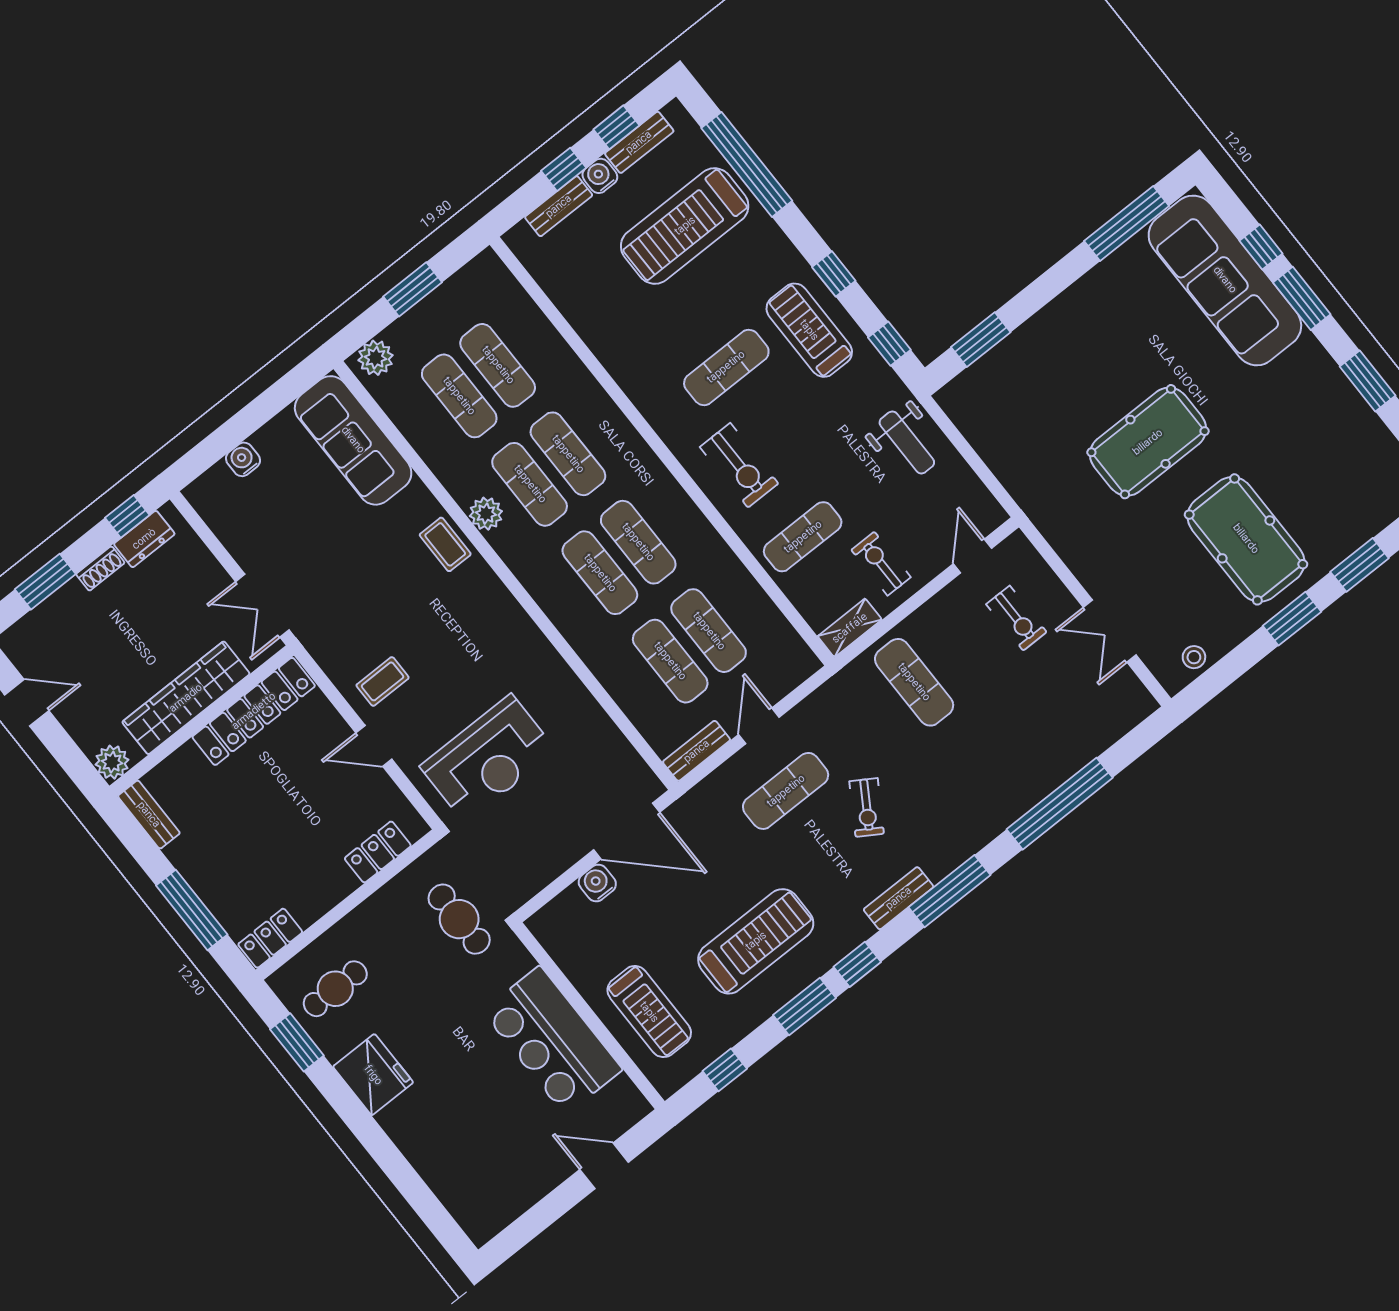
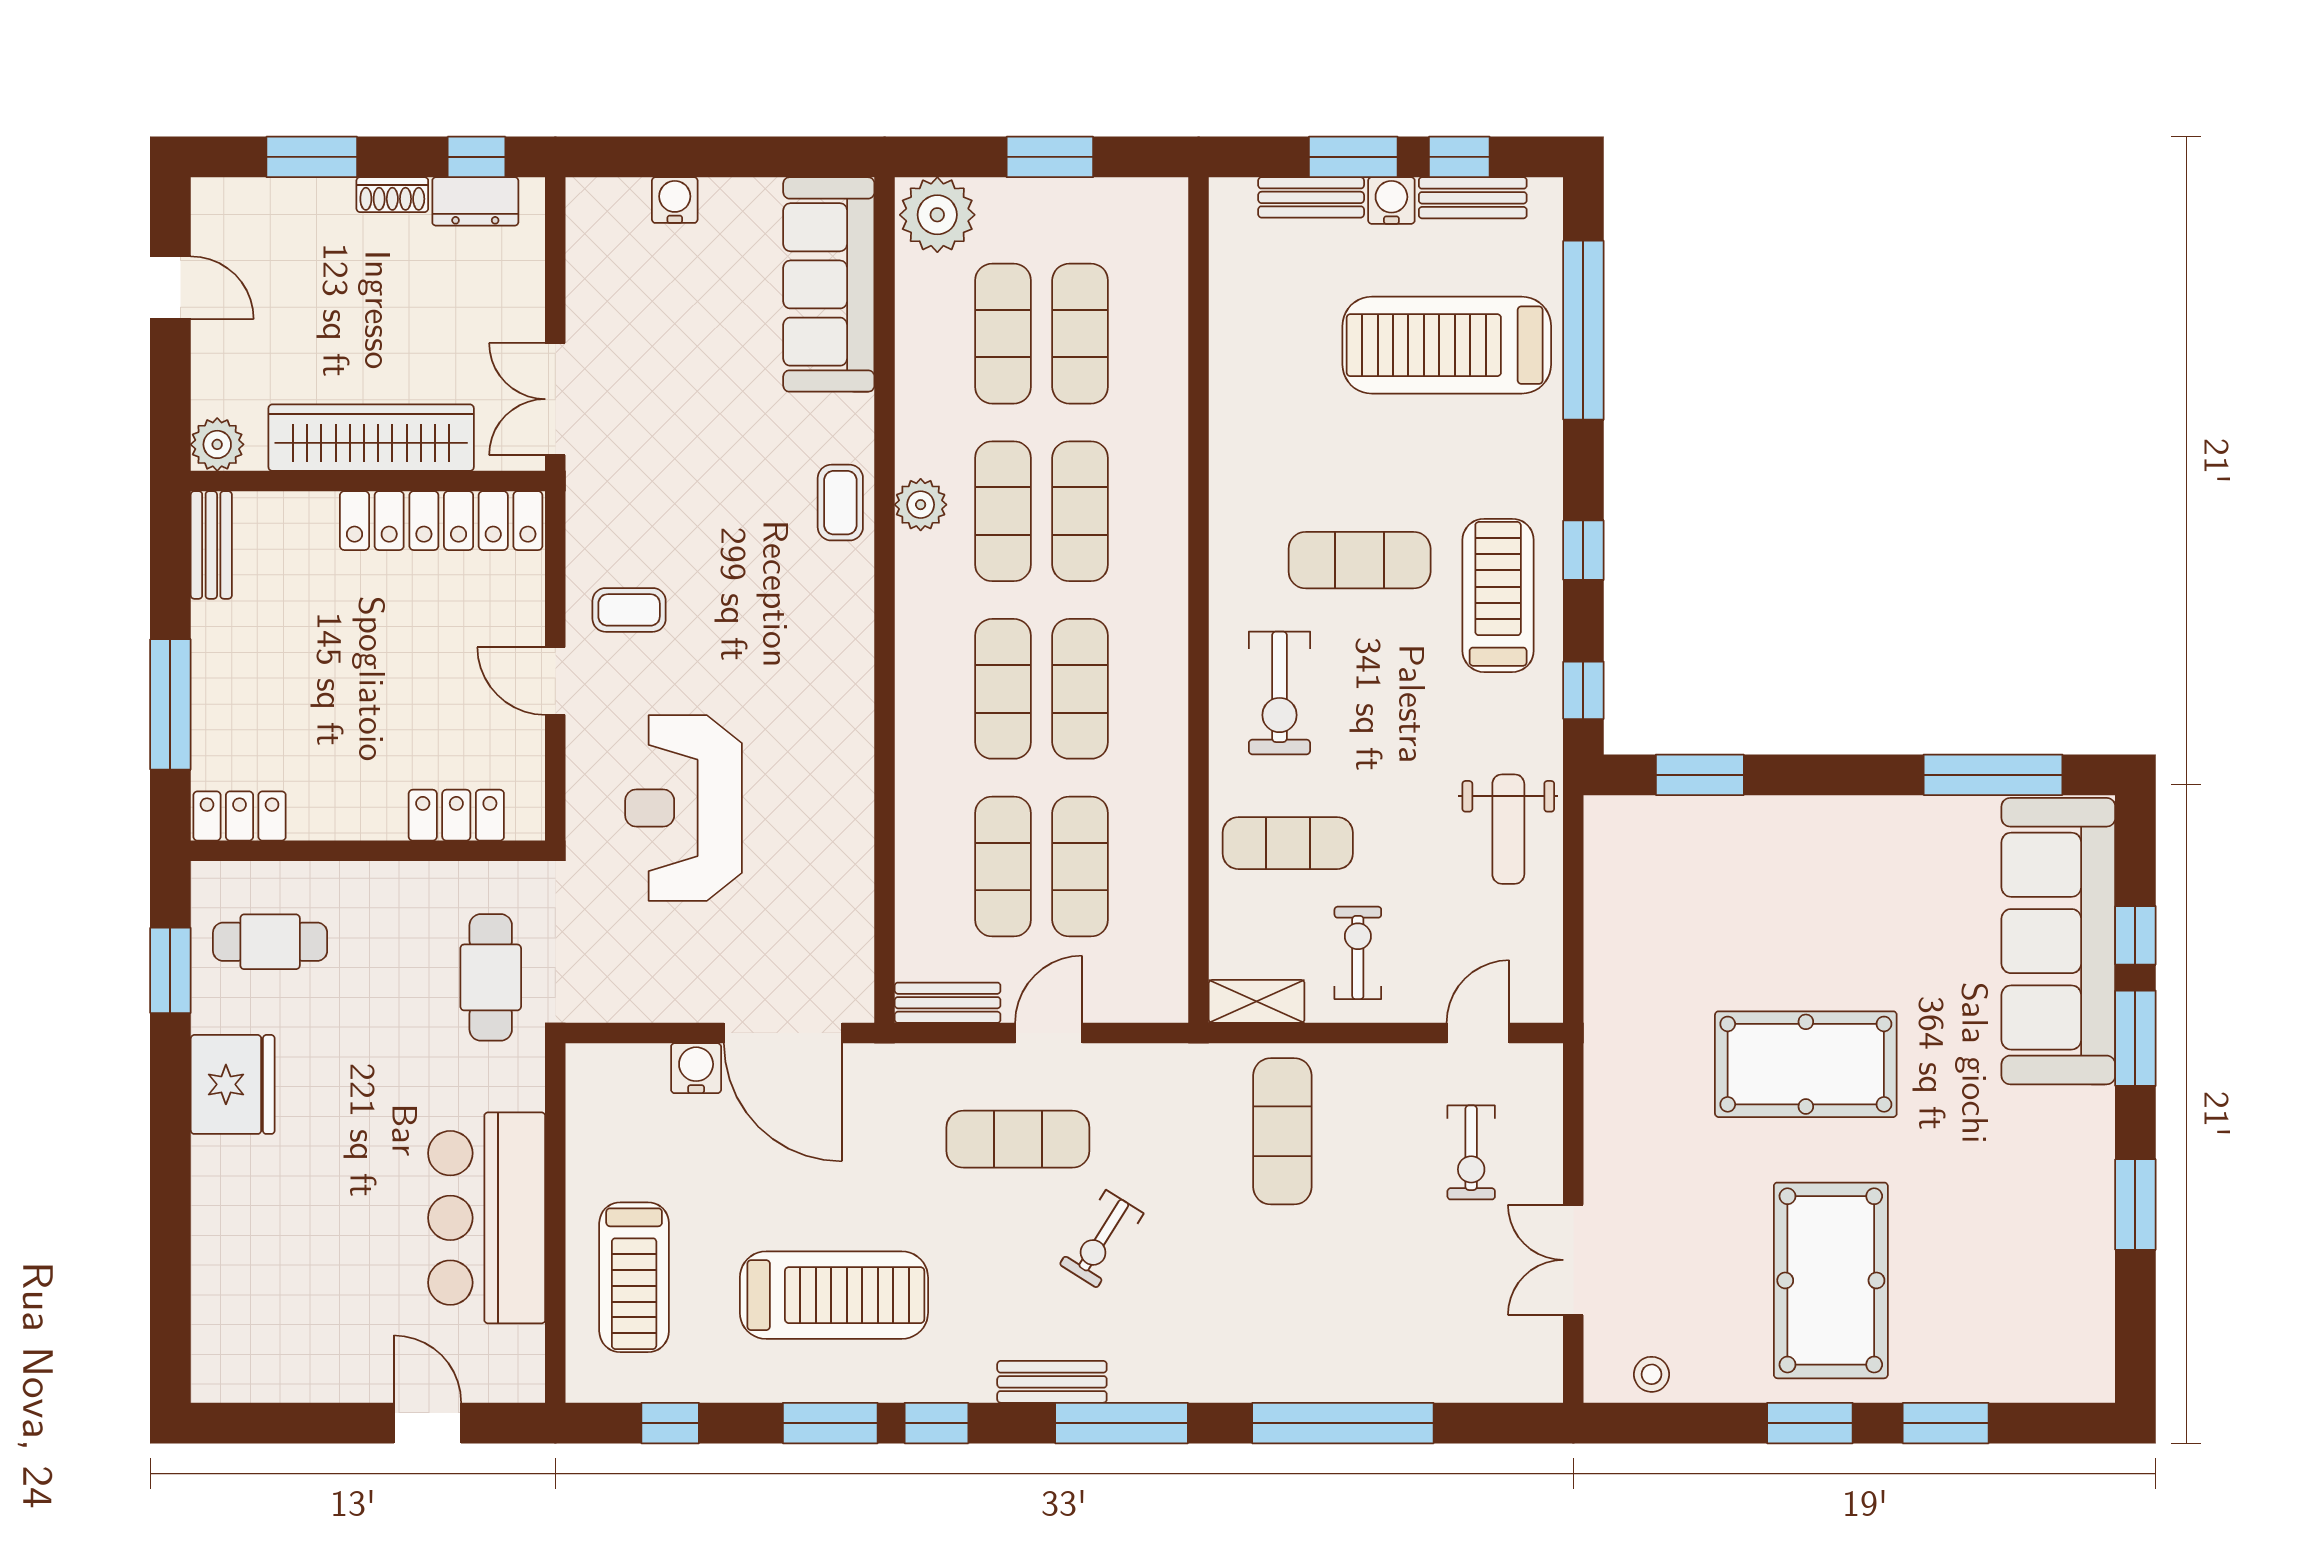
window: (564, 169) -> (1353, 157), width x1.50
plant: (376, 358) -> (937, 215), width x1.36, depth x1.36
reception desk: (488, 758) -> (684, 808), turned 90

